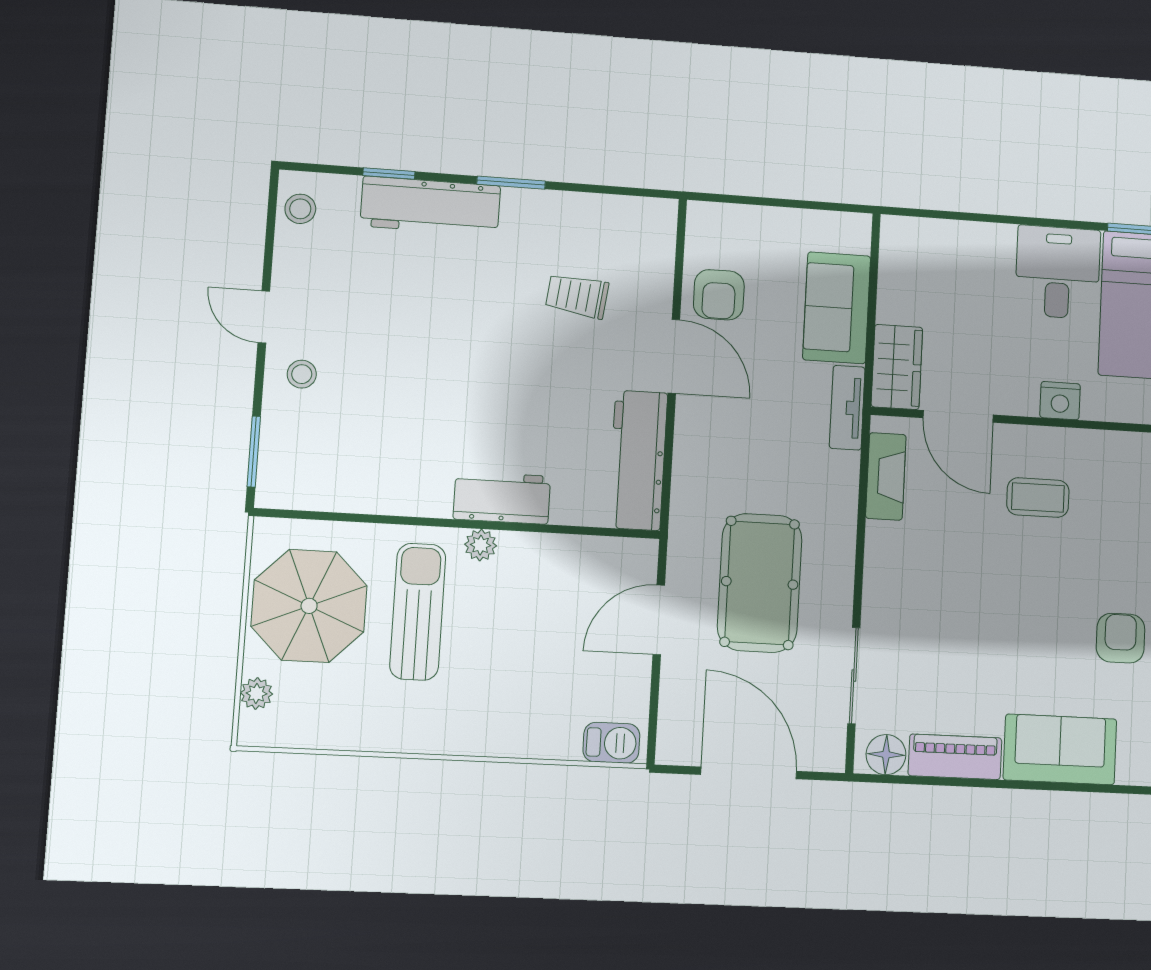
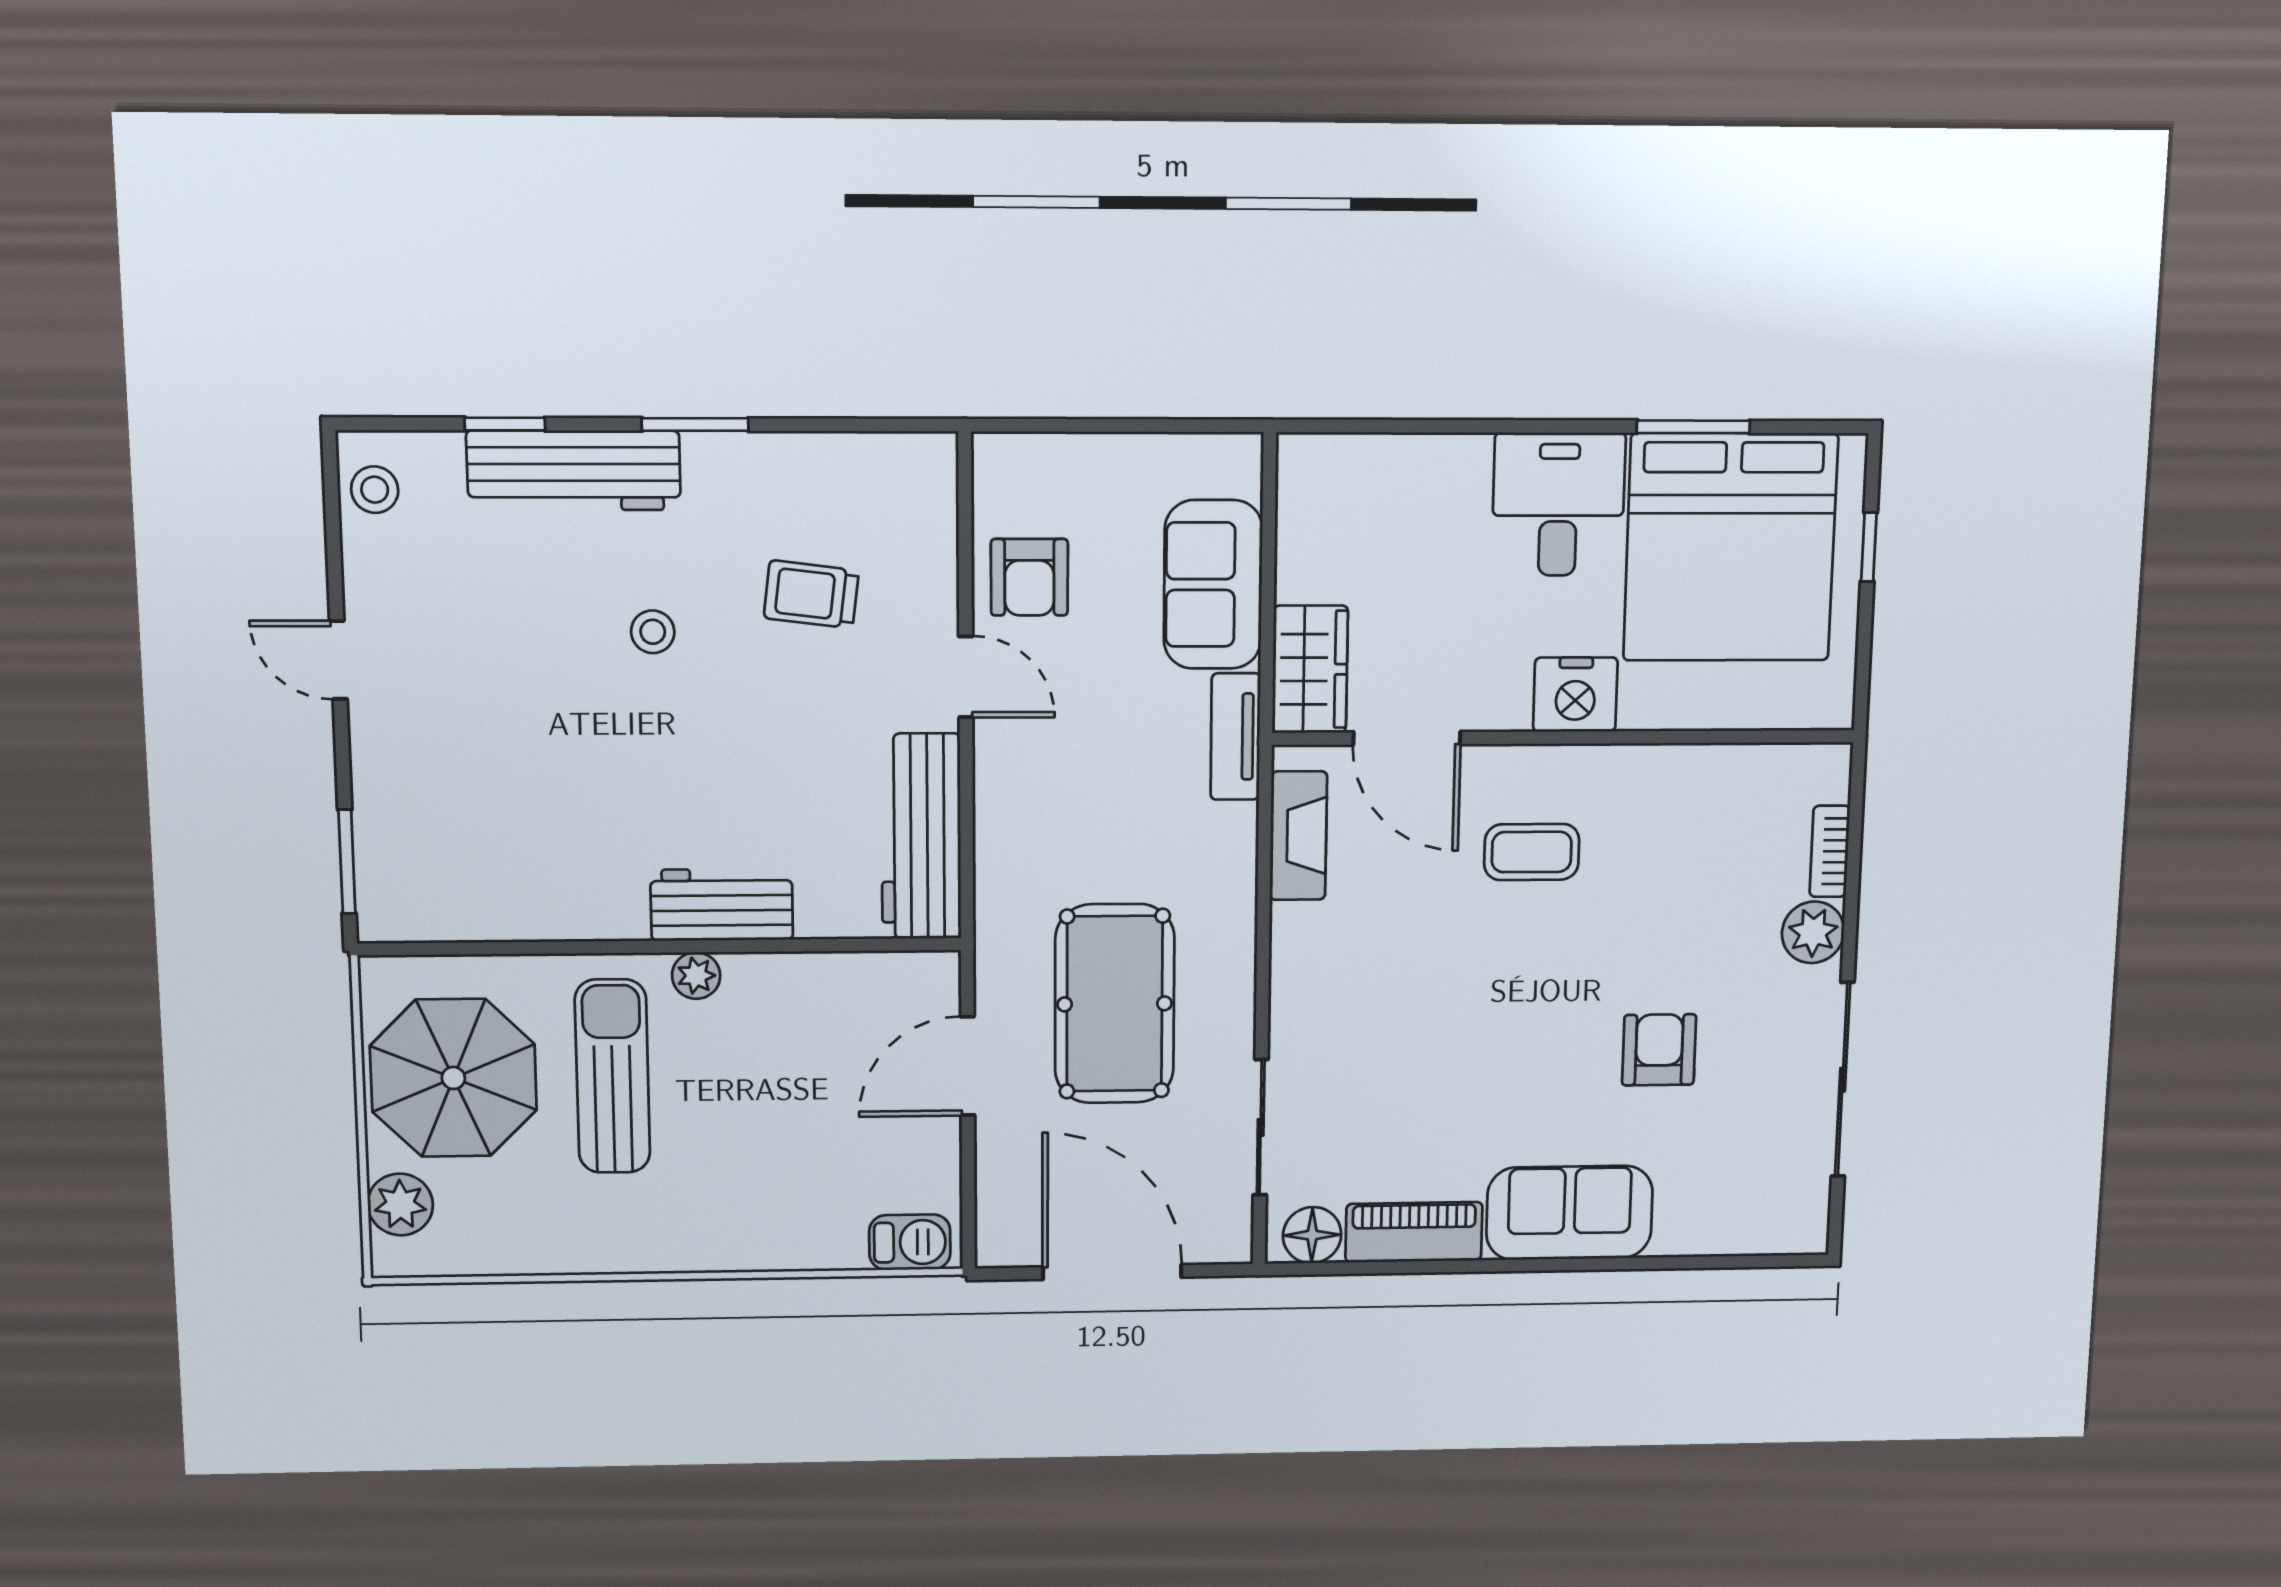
door: (674, 356) -> (966, 677), width x0.73
stool: (302, 374) -> (653, 632), moved
nightstand: (1060, 401) -> (1575, 695), width x1.36, depth x1.33
plant: (256, 693) -> (400, 1204), width x1.38, depth x1.38

